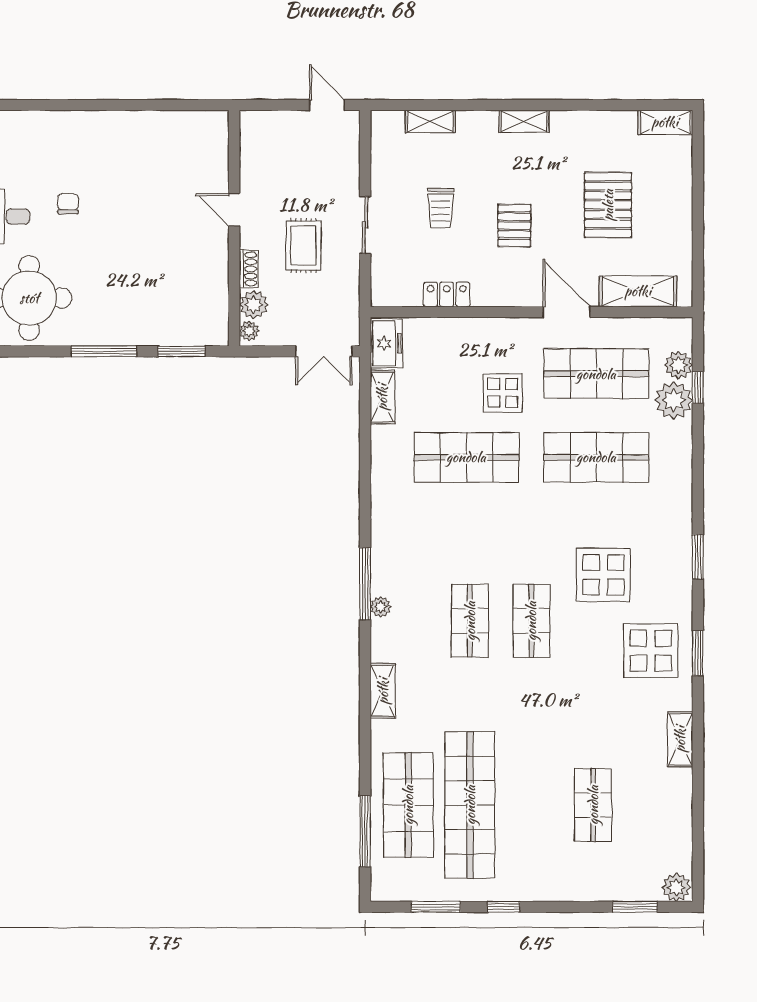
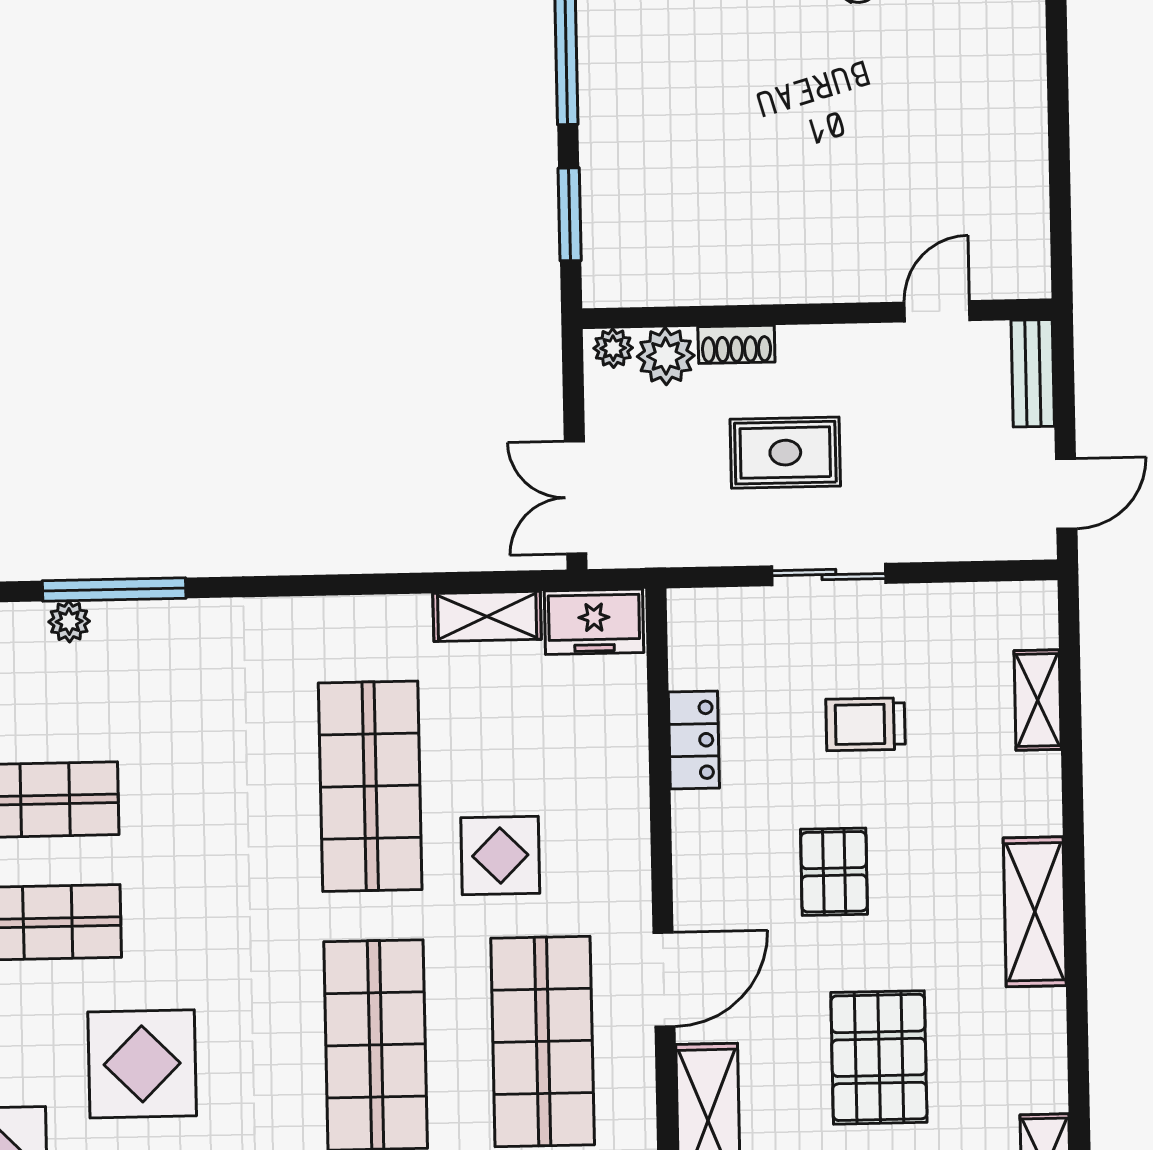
bench: (266, 121) -> (1033, 373), added
shelving: (524, 121) -> (1035, 912), width x1.50, depth x1.33
pallet: (608, 205) -> (879, 1057), turned 90
door: (234, 210) -> (937, 311), moved
pallet: (514, 226) -> (834, 872), turned 90

